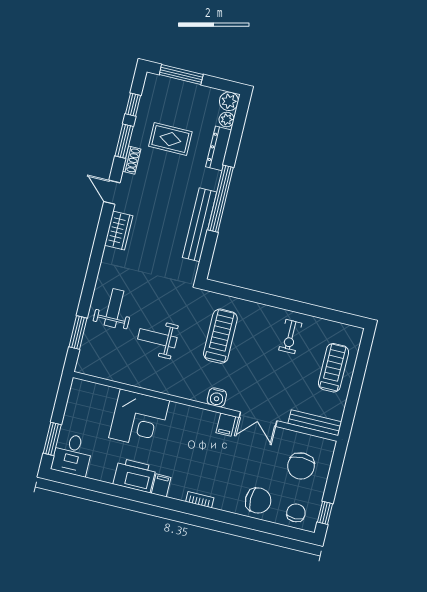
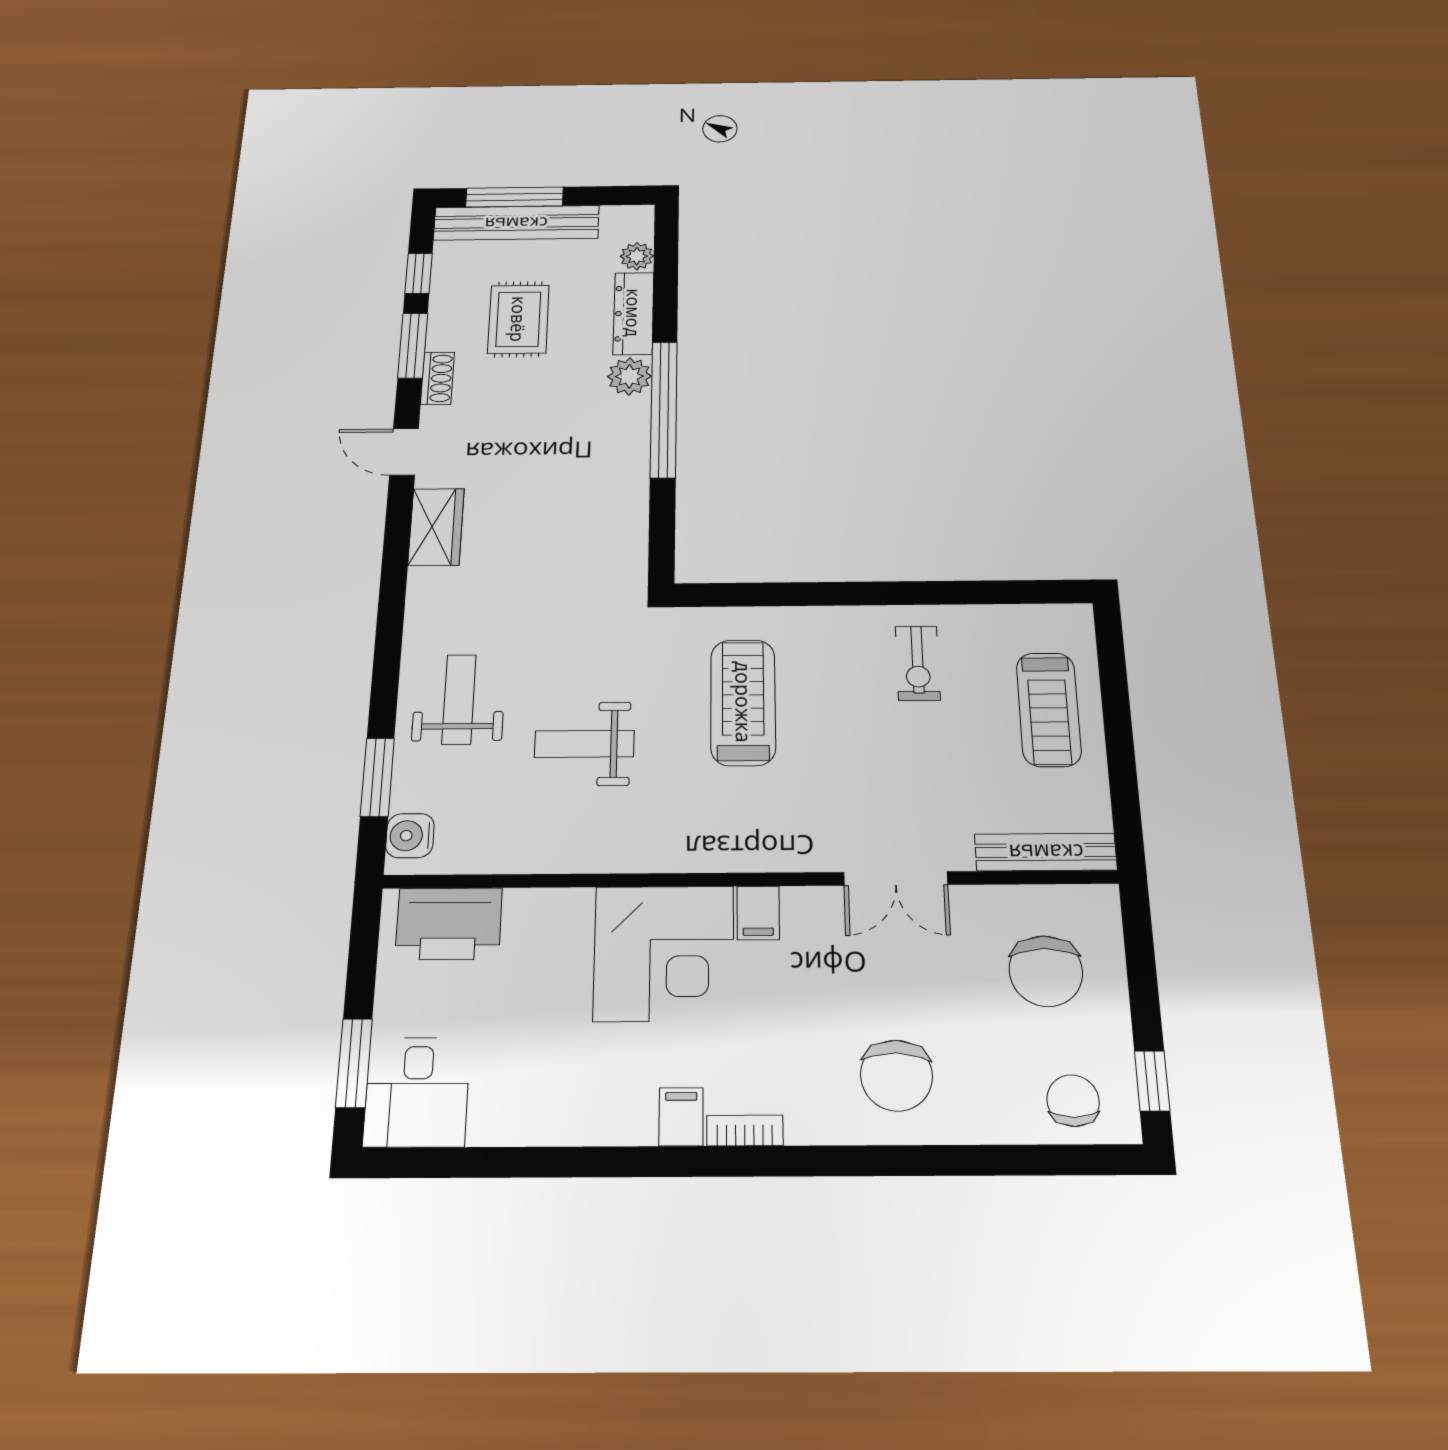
plant: (229, 101) -> (629, 376), moved
rug: (170, 139) -> (518, 319), turned 90
bench: (200, 225) -> (516, 223), moved, turned 90
treadmill: (334, 368) -> (1049, 709), turned 180
water cooler: (217, 397) -> (410, 836), moved, turned 90
corner desk: (139, 419) -> (664, 953), moved
filing cabinet: (226, 425) -> (758, 913), moved
printer: (135, 475) -> (449, 924), moved, turned 180
bookcase: (200, 500) -> (745, 1130), moved
chair: (258, 501) -> (896, 1075), moved, turned 92

